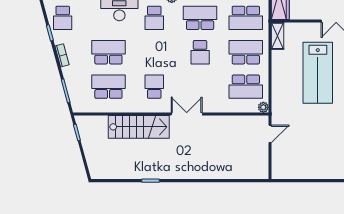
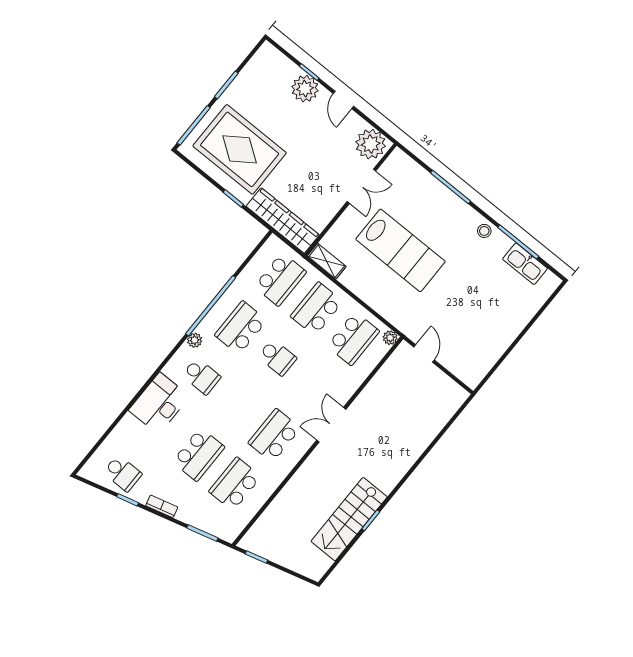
school desk: (108, 52) -> (198, 454), turned 180
school desk: (154, 87) -> (274, 436), width x1.85
stairs: (139, 127) -> (349, 519), moved, turned 180

